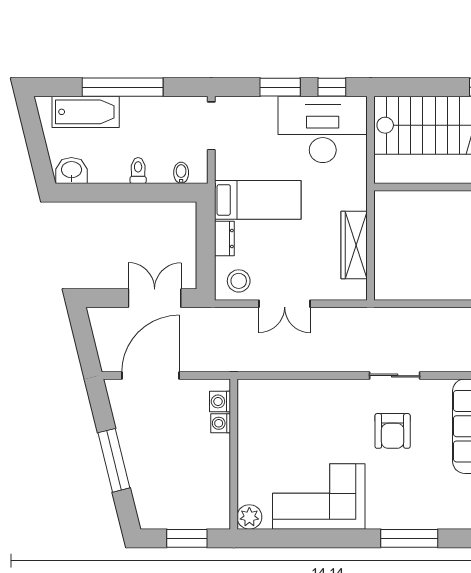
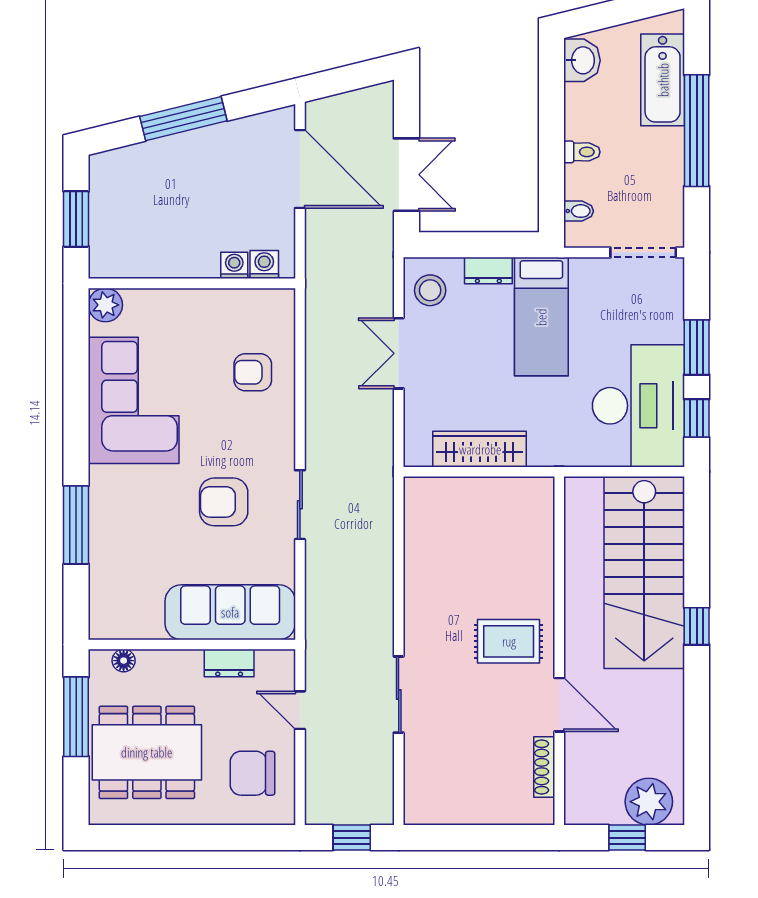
armchair: (298, 410) -> (253, 372), added

